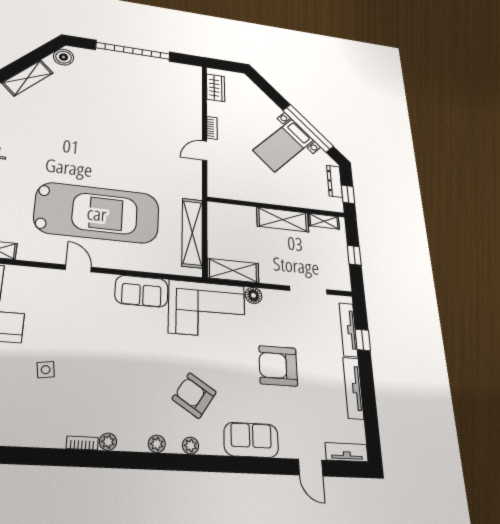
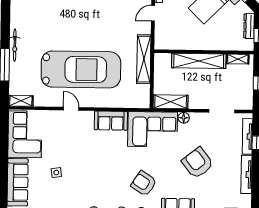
shelving: (283, 220) -> (199, 61), width x1.47
shelving: (192, 233) -> (144, 59), moved
armchair: (278, 366) -> (197, 163), turned 52

